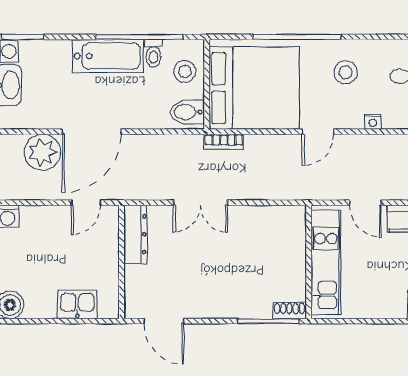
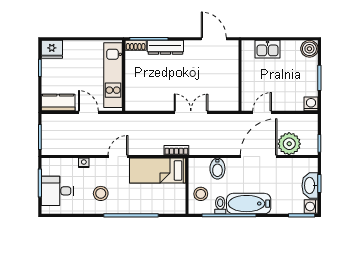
bed: (254, 88) -> (158, 171), width x0.49
bidet: (187, 112) -> (217, 169), moved, turned 90
dresser: (135, 234) -> (165, 47), moved, turned -90

